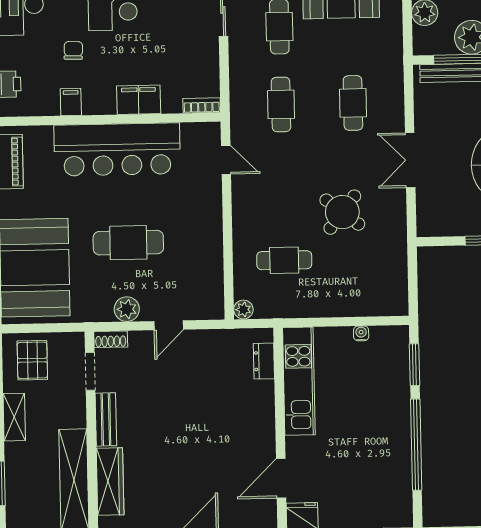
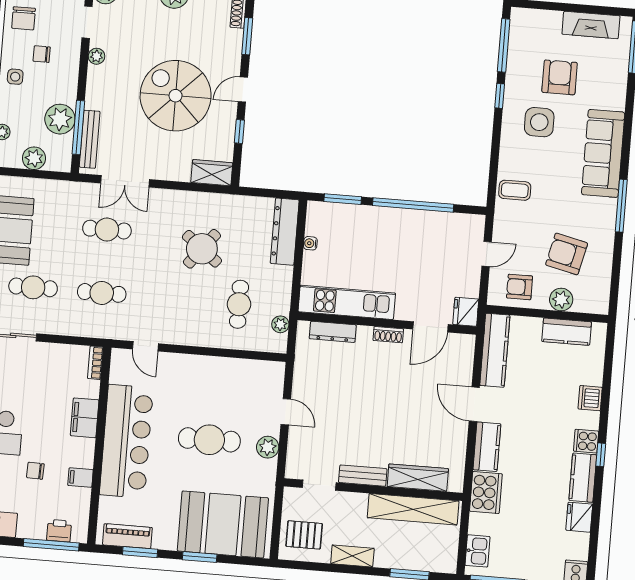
door: (226, 160) -> (145, 346), swing flipped
double door: (410, 160) -> (125, 181), moved
wardrobe: (429, 214) -> (212, 173), added
cafe table: (128, 243) -> (209, 440), turned 90
dresser: (371, 303) -> (285, 232), added
plant: (243, 310) -> (280, 324), moved
shoe rack: (111, 339) -> (388, 335), moved, turned 90
dresser: (264, 361) -> (333, 332), width x1.44
door: (281, 478) -> (430, 327), hinge flipped

